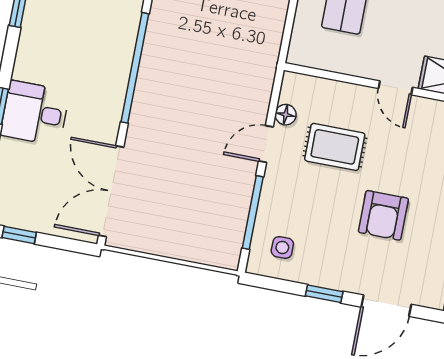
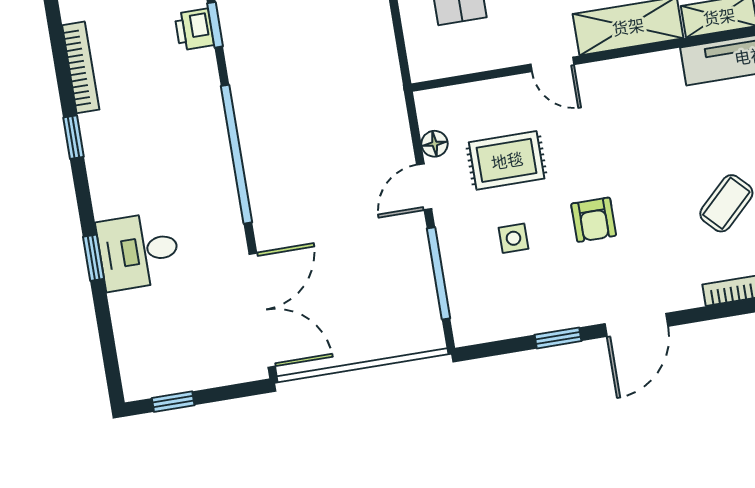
double door: (111, 191) -> (262, 310), swing flipped
armchair: (383, 215) -> (594, 220), width x0.72, depth x0.72
side table: (282, 247) -> (513, 238), moved

